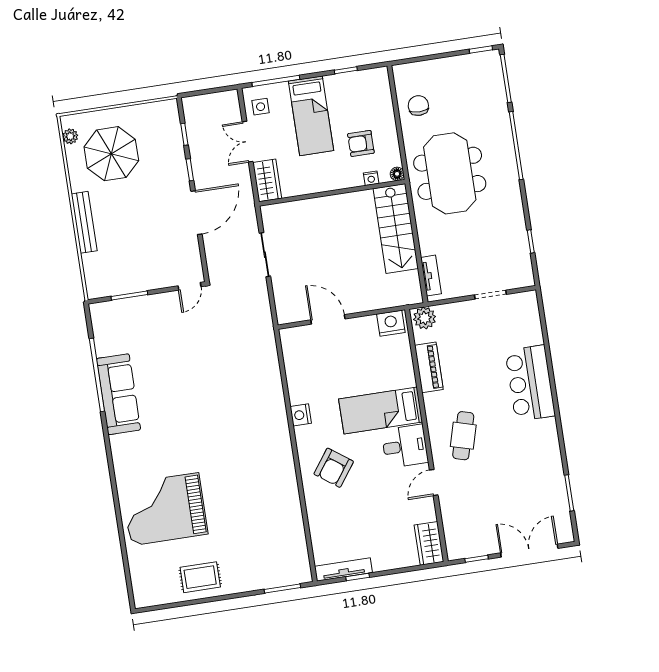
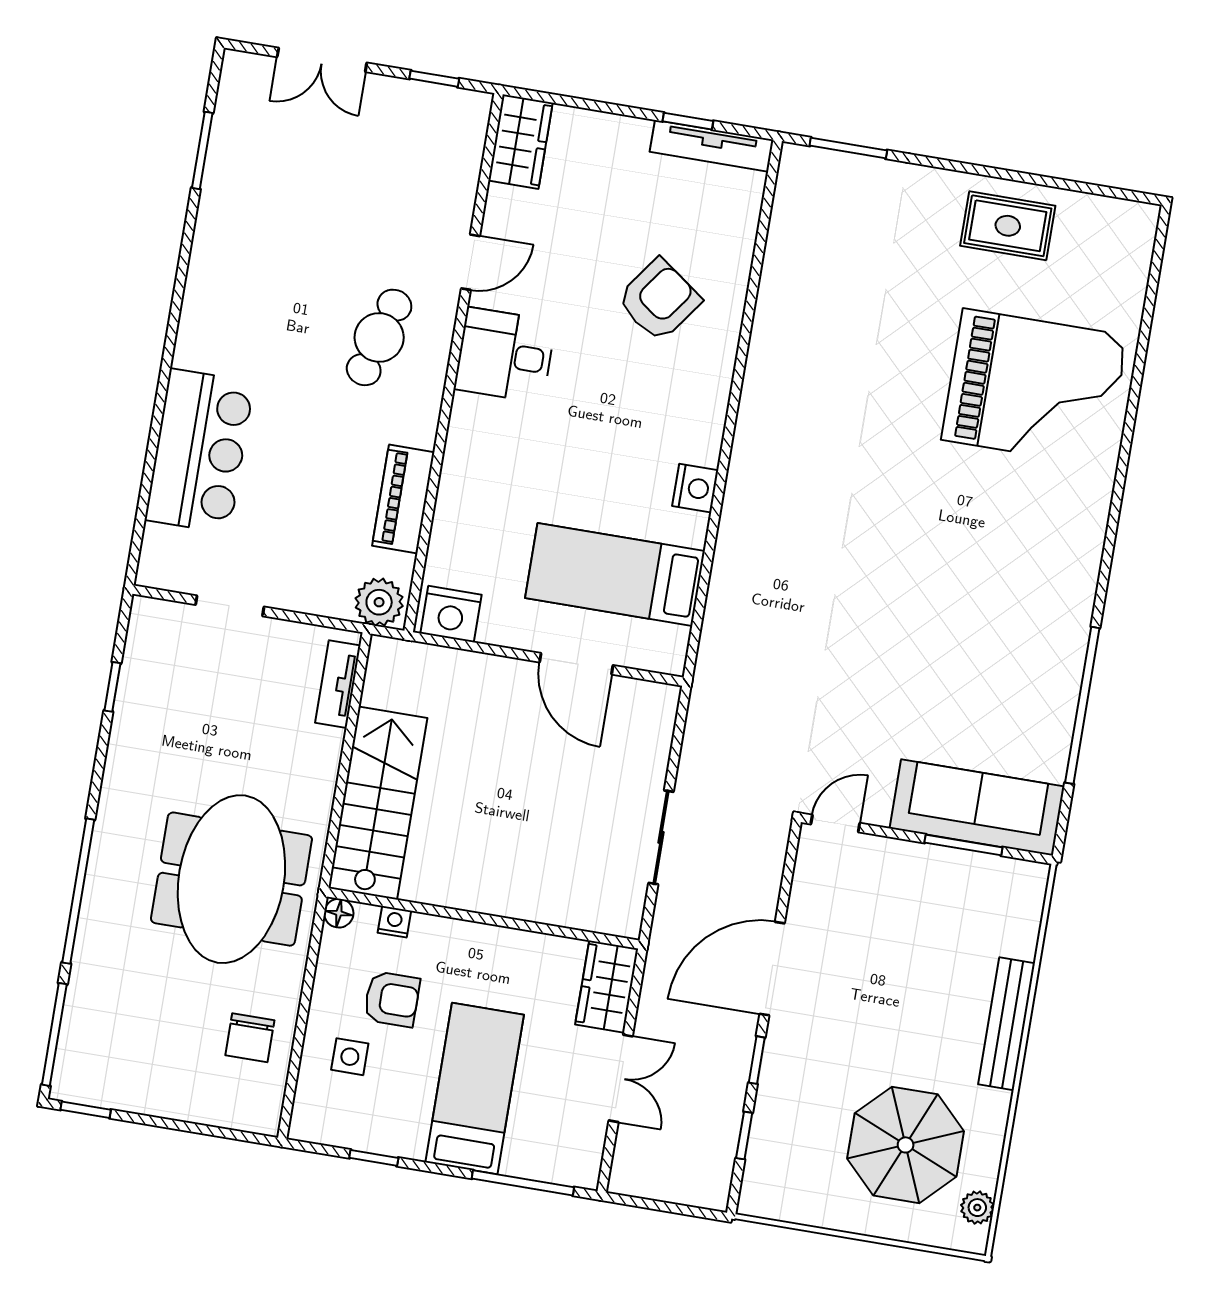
side table: (261, 107) -> (350, 1057), moved
bar counter: (530, 383) -> (200, 451), moved
sofa: (119, 394) -> (977, 807), moved, turned 90
bed: (381, 410) -> (615, 574), moved, turned 180
armchair: (334, 468) -> (659, 300), moved
double door: (529, 551) -> (322, 60), width x0.73

